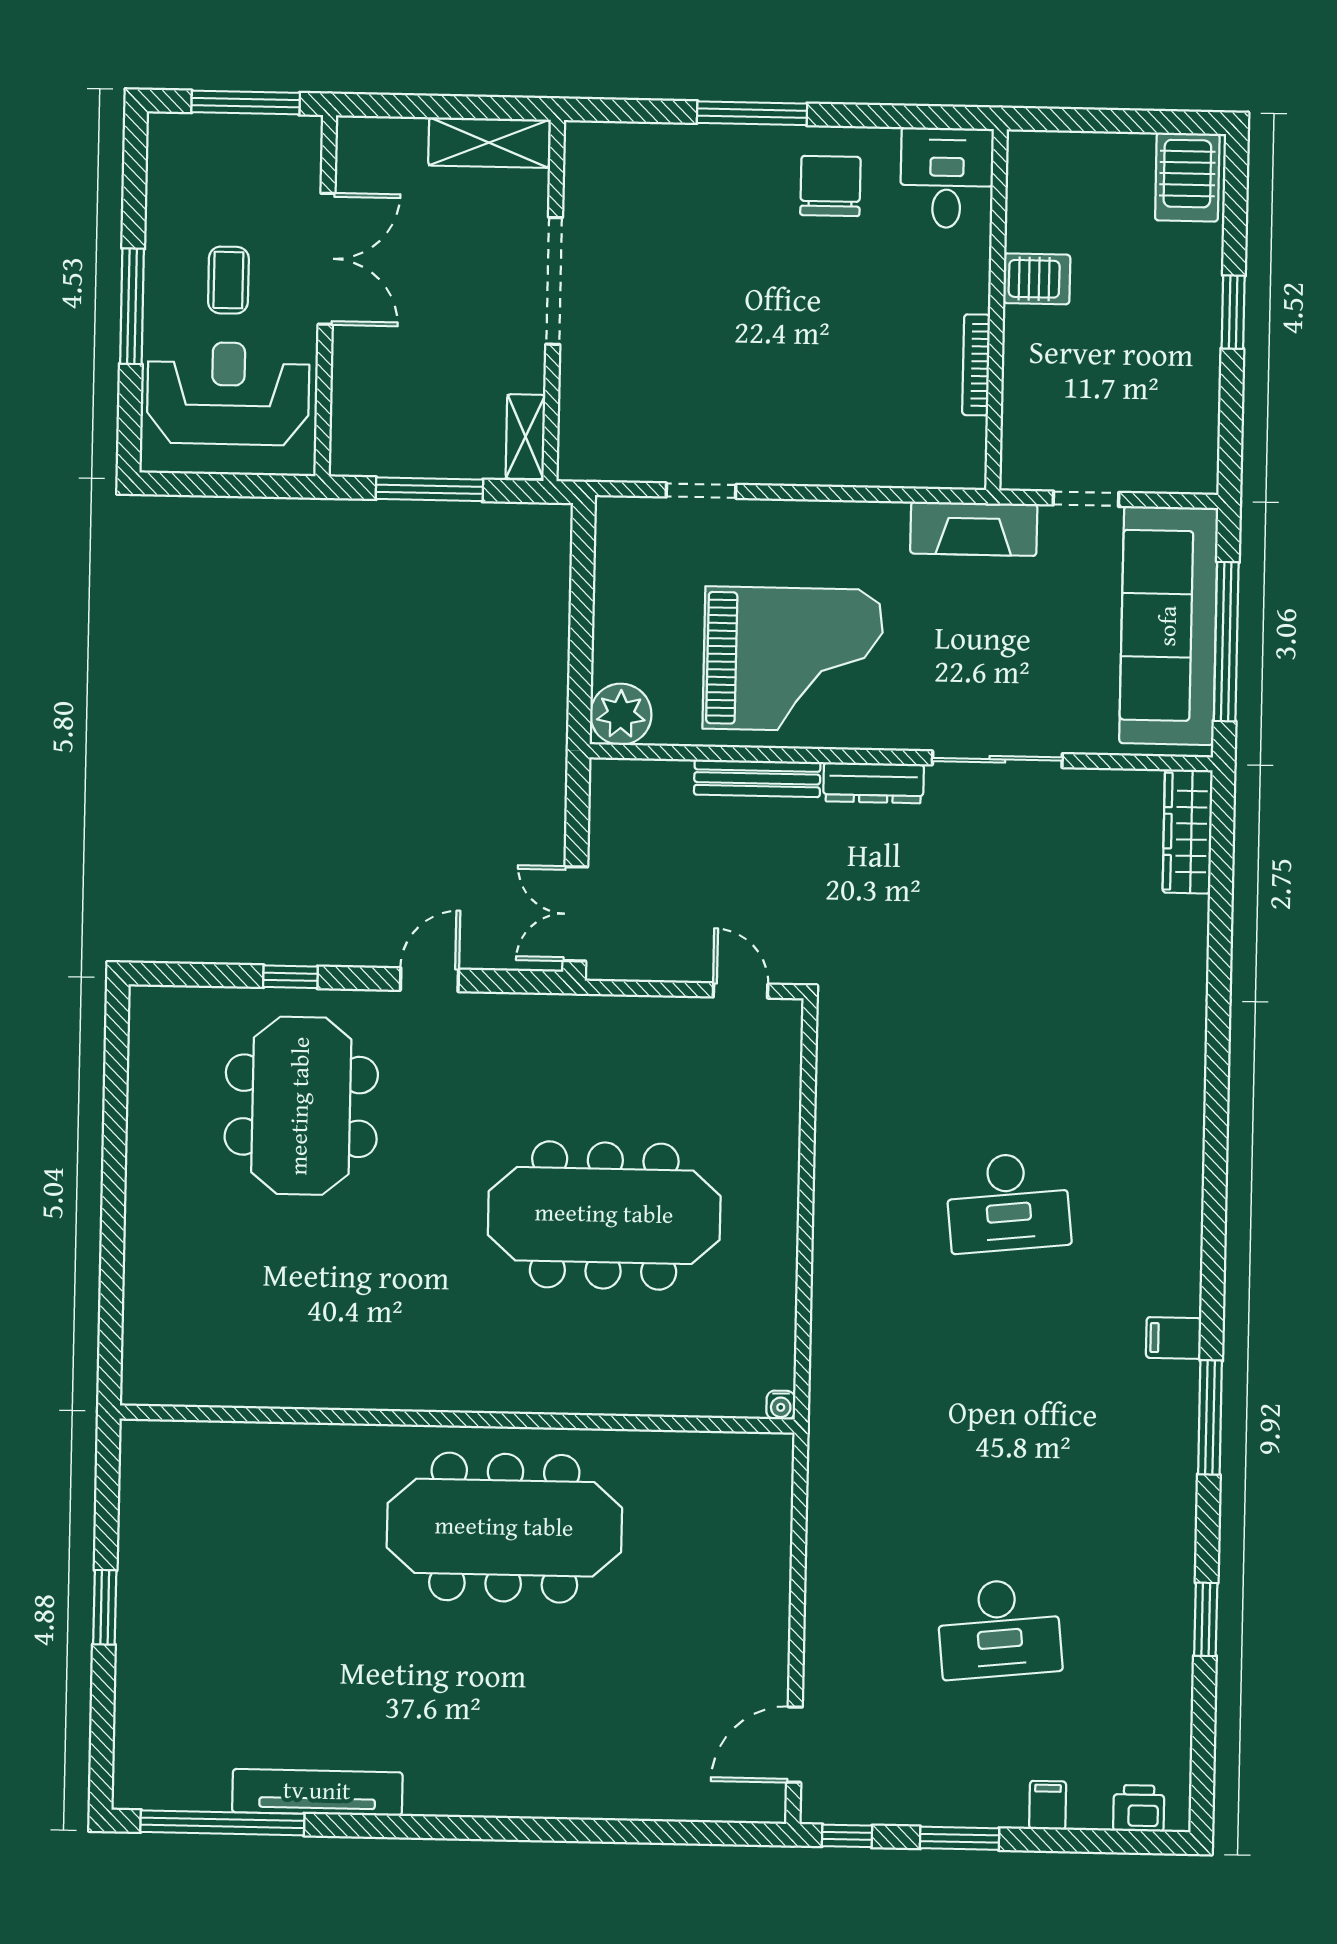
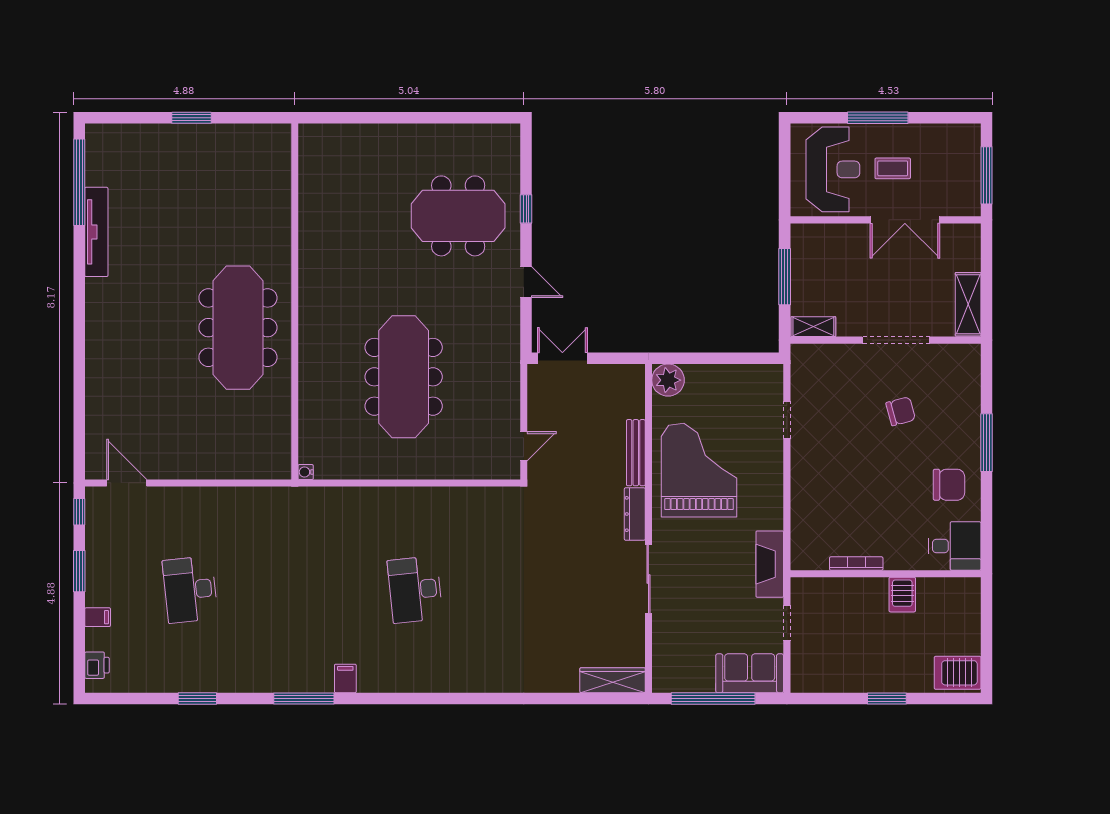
chair: (689, 275) -> (901, 411), added
sofa: (1169, 626) -> (750, 673), width x0.54, depth x0.79
grand piano: (793, 659) -> (699, 470), turned 180

